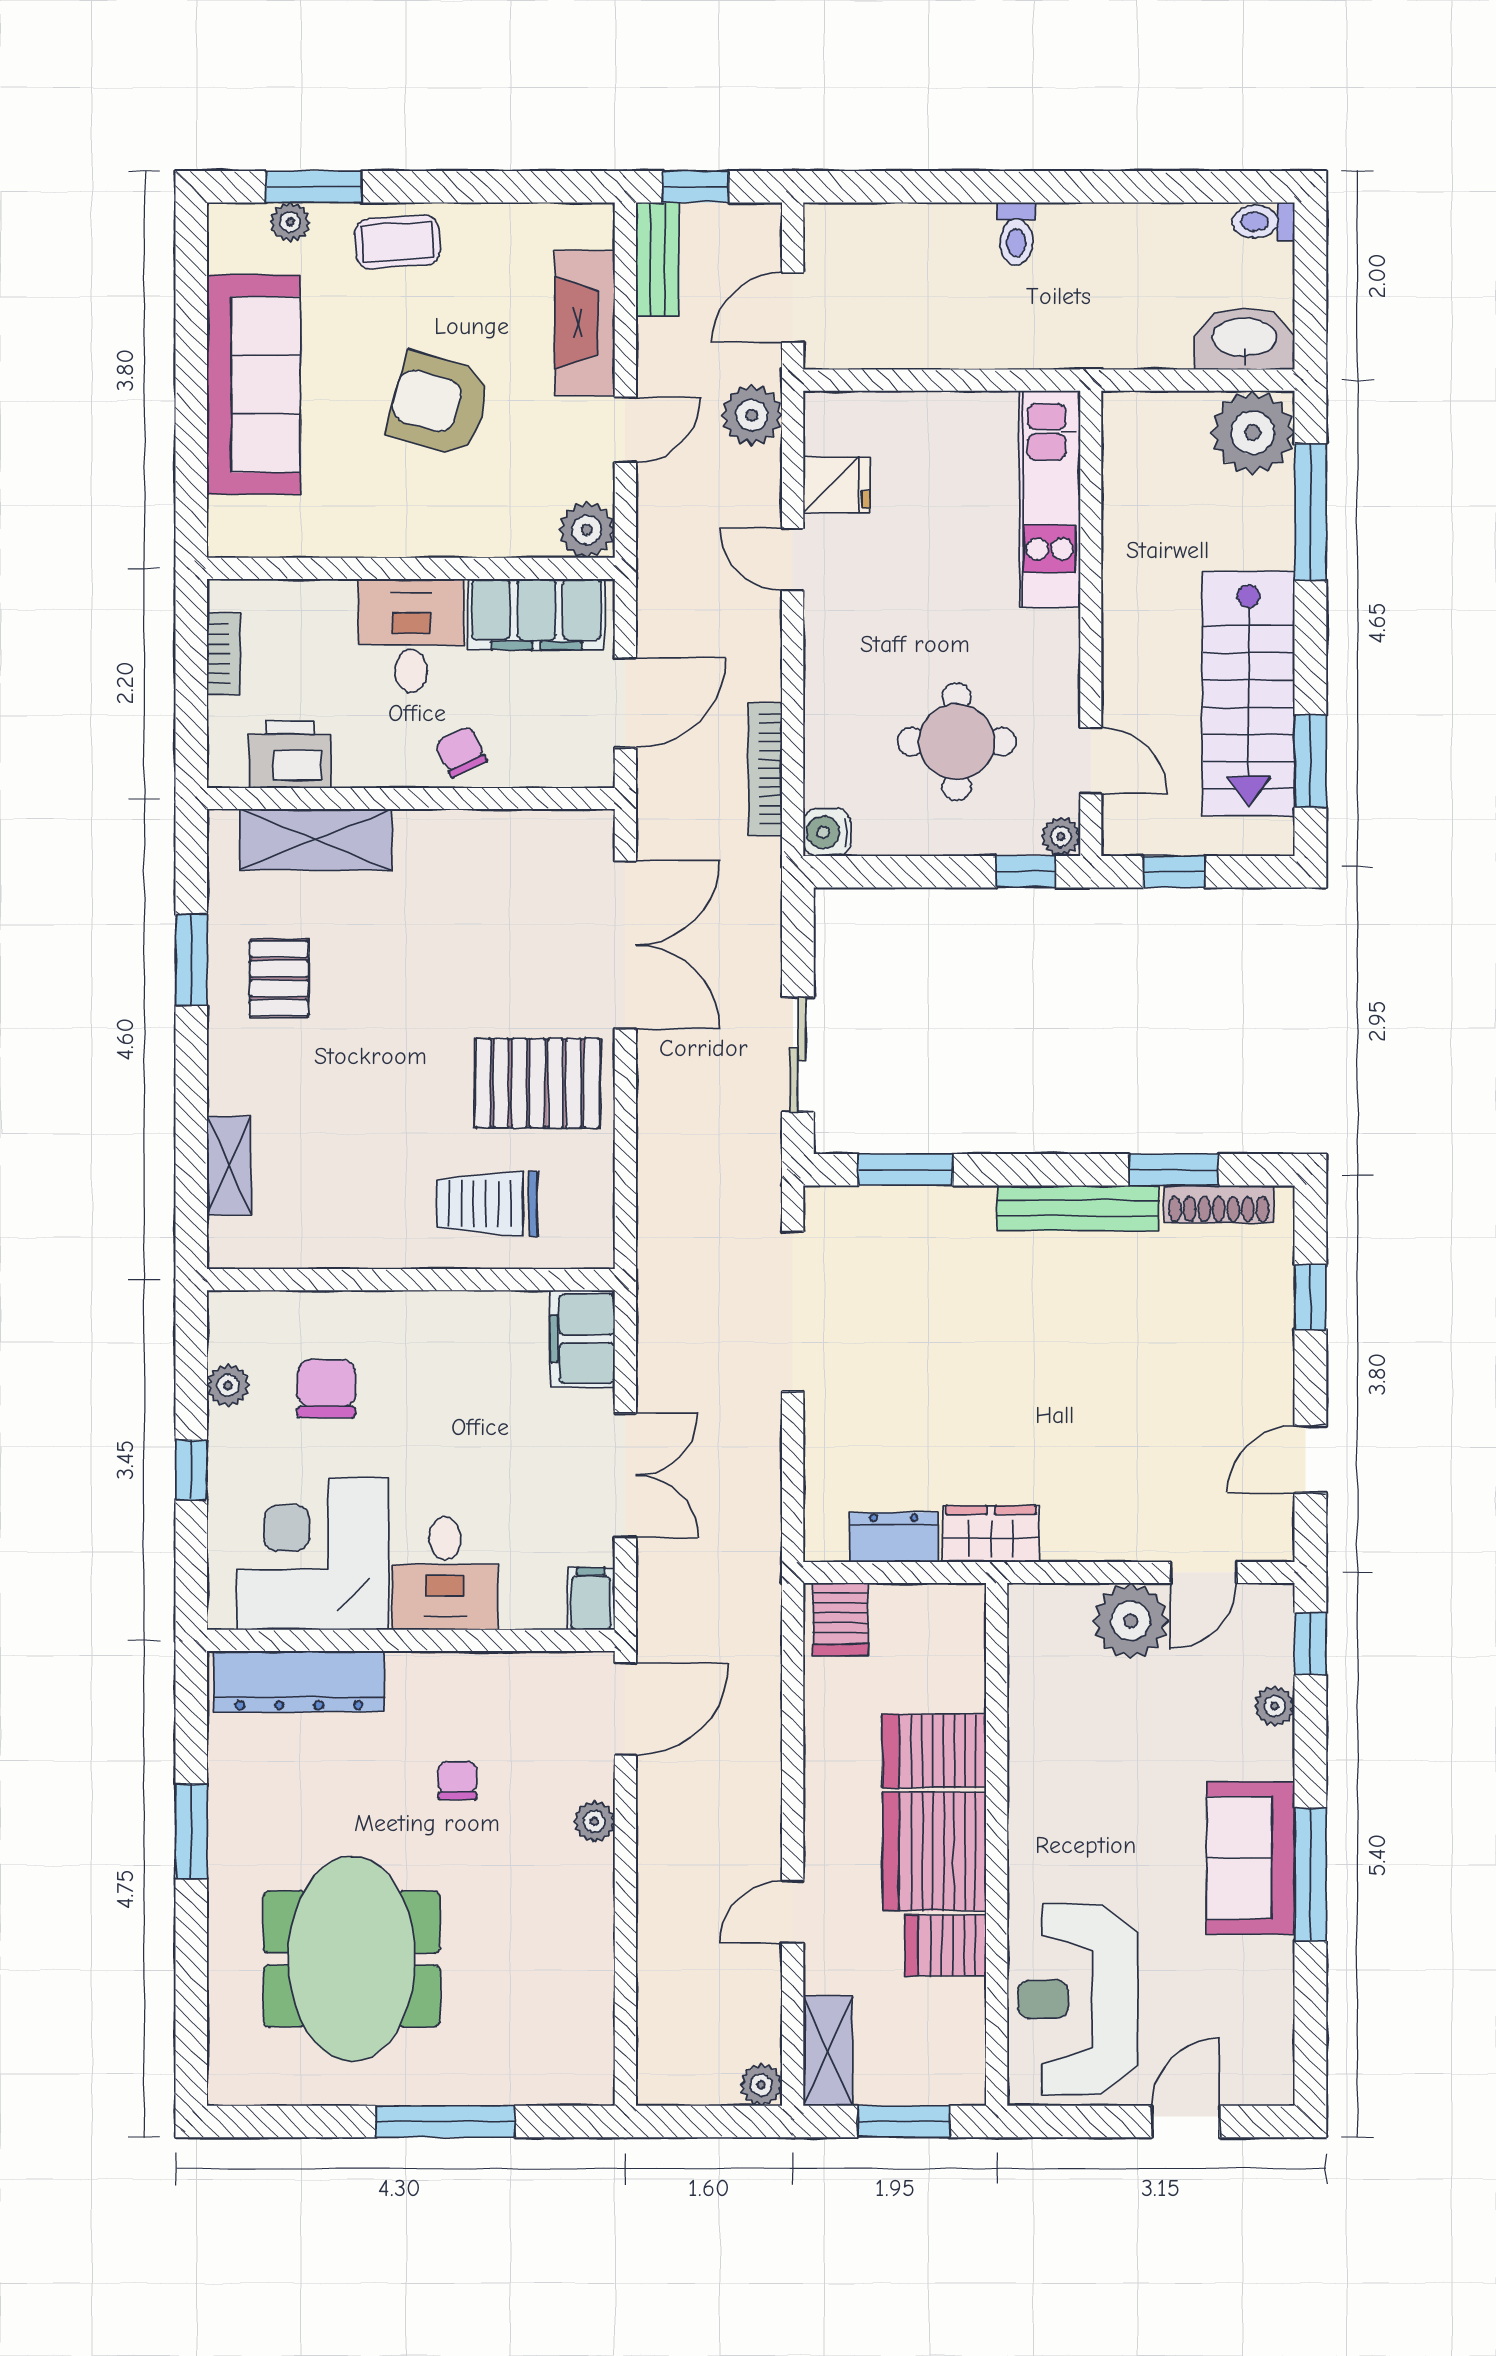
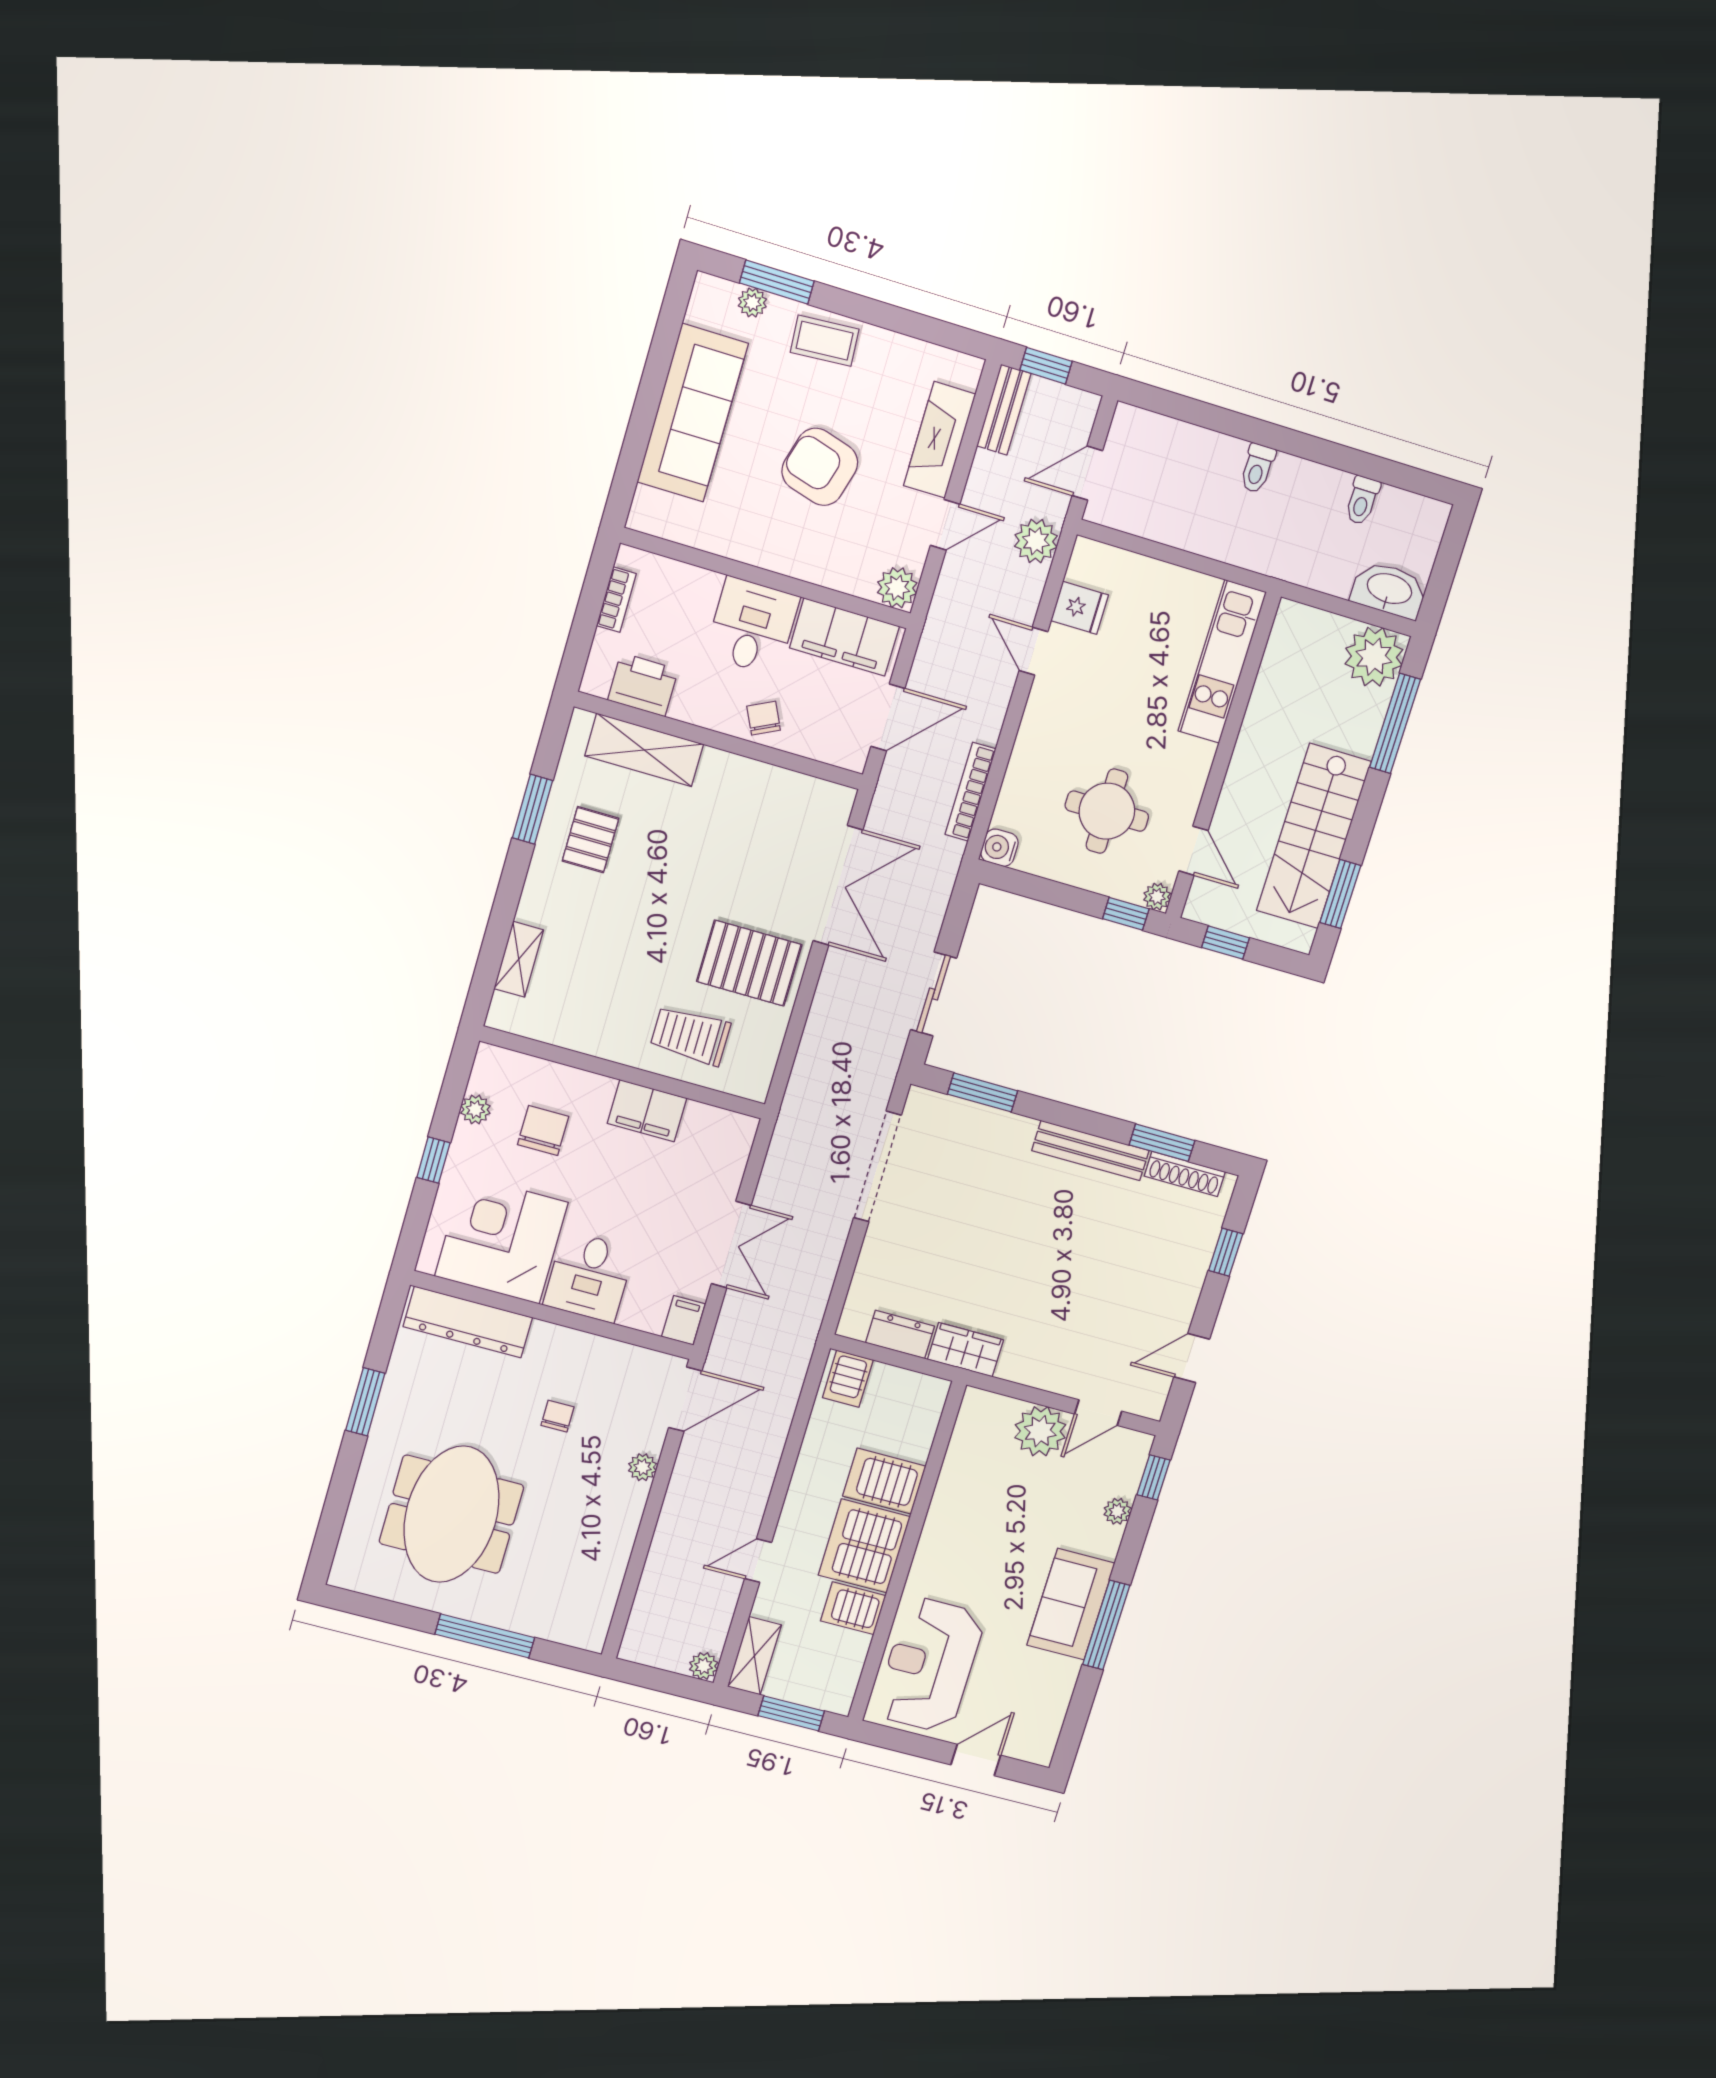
toilet: (1263, 222) -> (1362, 500), moved, turned -90
filing cabinet: (582, 1339) -> (647, 1111), moved, turned -90

